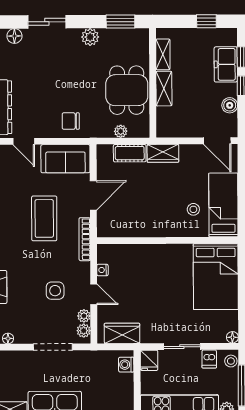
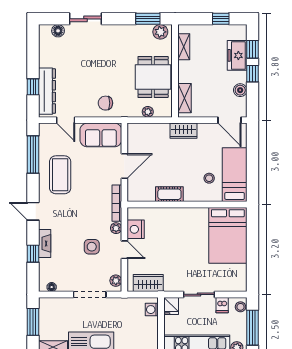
plant: (90, 37) -> (160, 32), moved
shelving: (164, 89) -> (185, 98), moved
cot: (130, 153) -> (169, 194), moved
coffee table: (44, 218) -> (60, 175), moved
nightstand: (102, 270) -> (136, 229), width x1.89, depth x1.79
plant: (84, 316) -> (116, 228), moved
floor lamp: (232, 337) -> (242, 287), removed

